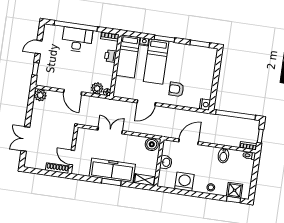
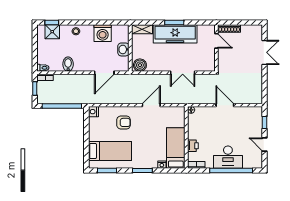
door: (39, 47) -> (265, 144), swing flipped
bed: (156, 62) -> (110, 151), moved, turned 90
plant: (97, 88) -> (201, 112), removed
plant: (40, 95) -> (256, 98), removed

